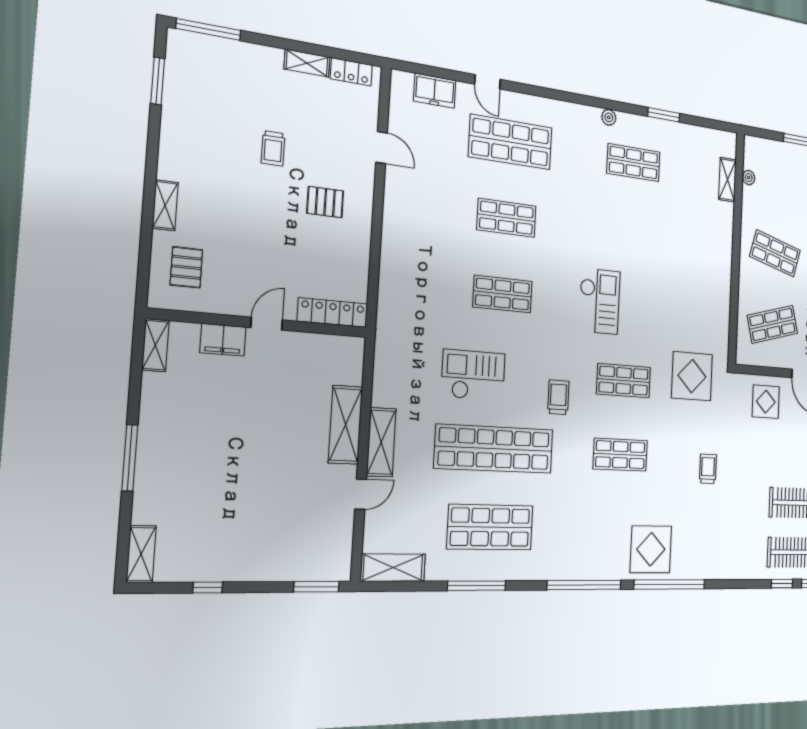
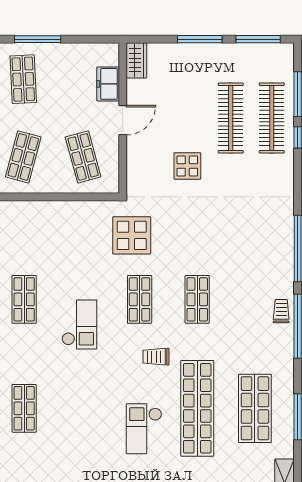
shop shelf: (503, 294) -> (24, 299), moved
checkout: (599, 301) -> (79, 324), turned 90
display table: (766, 402) -> (187, 166), moved
trolley: (708, 469) -> (281, 311), moved, turned 90
display table: (651, 549) -> (270, 267), removed

